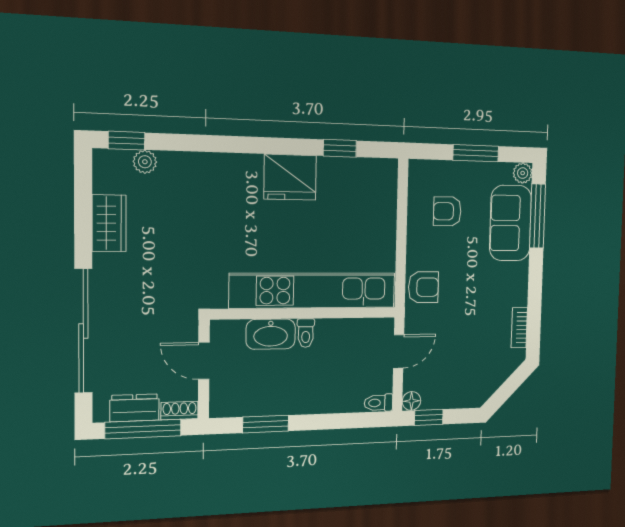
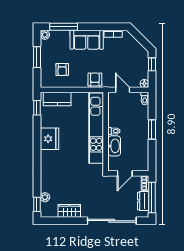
window: (340, 148) -> (37, 108), moved
kitchen counter: (382, 198) -> (57, 99), added
sofa: (510, 223) -> (87, 40), moved
window: (429, 417) -> (152, 64), moved
window: (266, 424) -> (152, 130), moved

